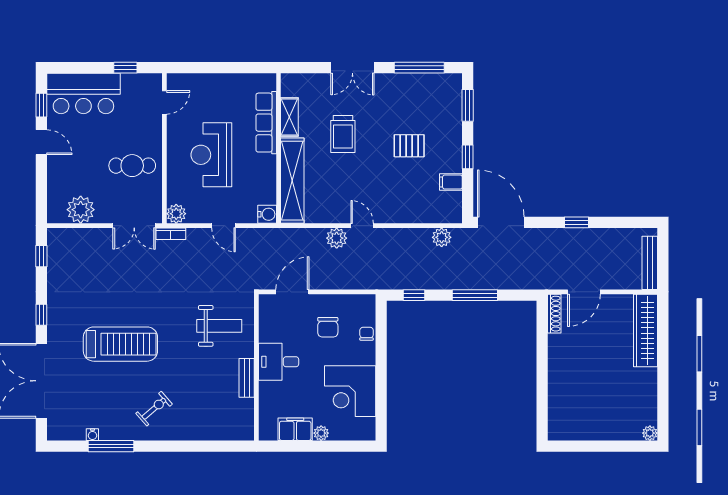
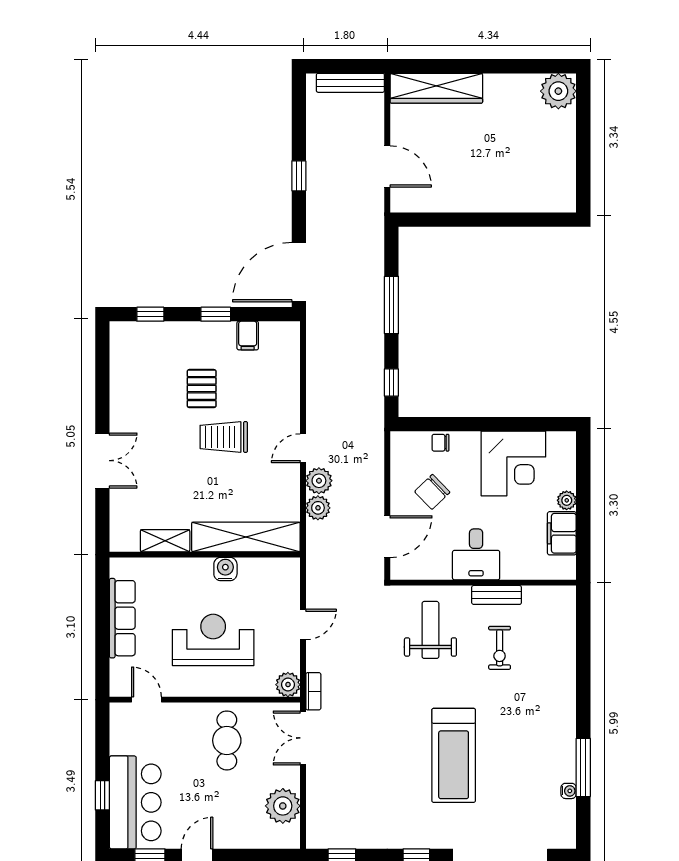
window: (125, 68) -> (102, 795), moved
window: (419, 68) -> (102, 376), removed
window: (468, 105) -> (150, 314), width x0.67
row of seats: (266, 123) -> (122, 618), moved, turned -90
trolley: (343, 134) -> (224, 437), moved, turned 180
reception desk: (211, 155) -> (213, 640), turned 180
water cooler: (267, 214) -> (225, 569), moved
double door: (134, 226) -> (303, 738), swing flipped
plant: (442, 237) -> (318, 508), moved
door: (292, 292) -> (387, 537), swing flipped
shoe rack: (554, 314) -> (415, 204), removed
chair: (328, 327) -> (432, 492), turned 136
treadmill: (120, 344) -> (454, 755), turned 180
exercise bike: (154, 409) -> (500, 648), moved, turned -139
plant: (650, 433) -> (558, 91), width x1.87, depth x1.87

